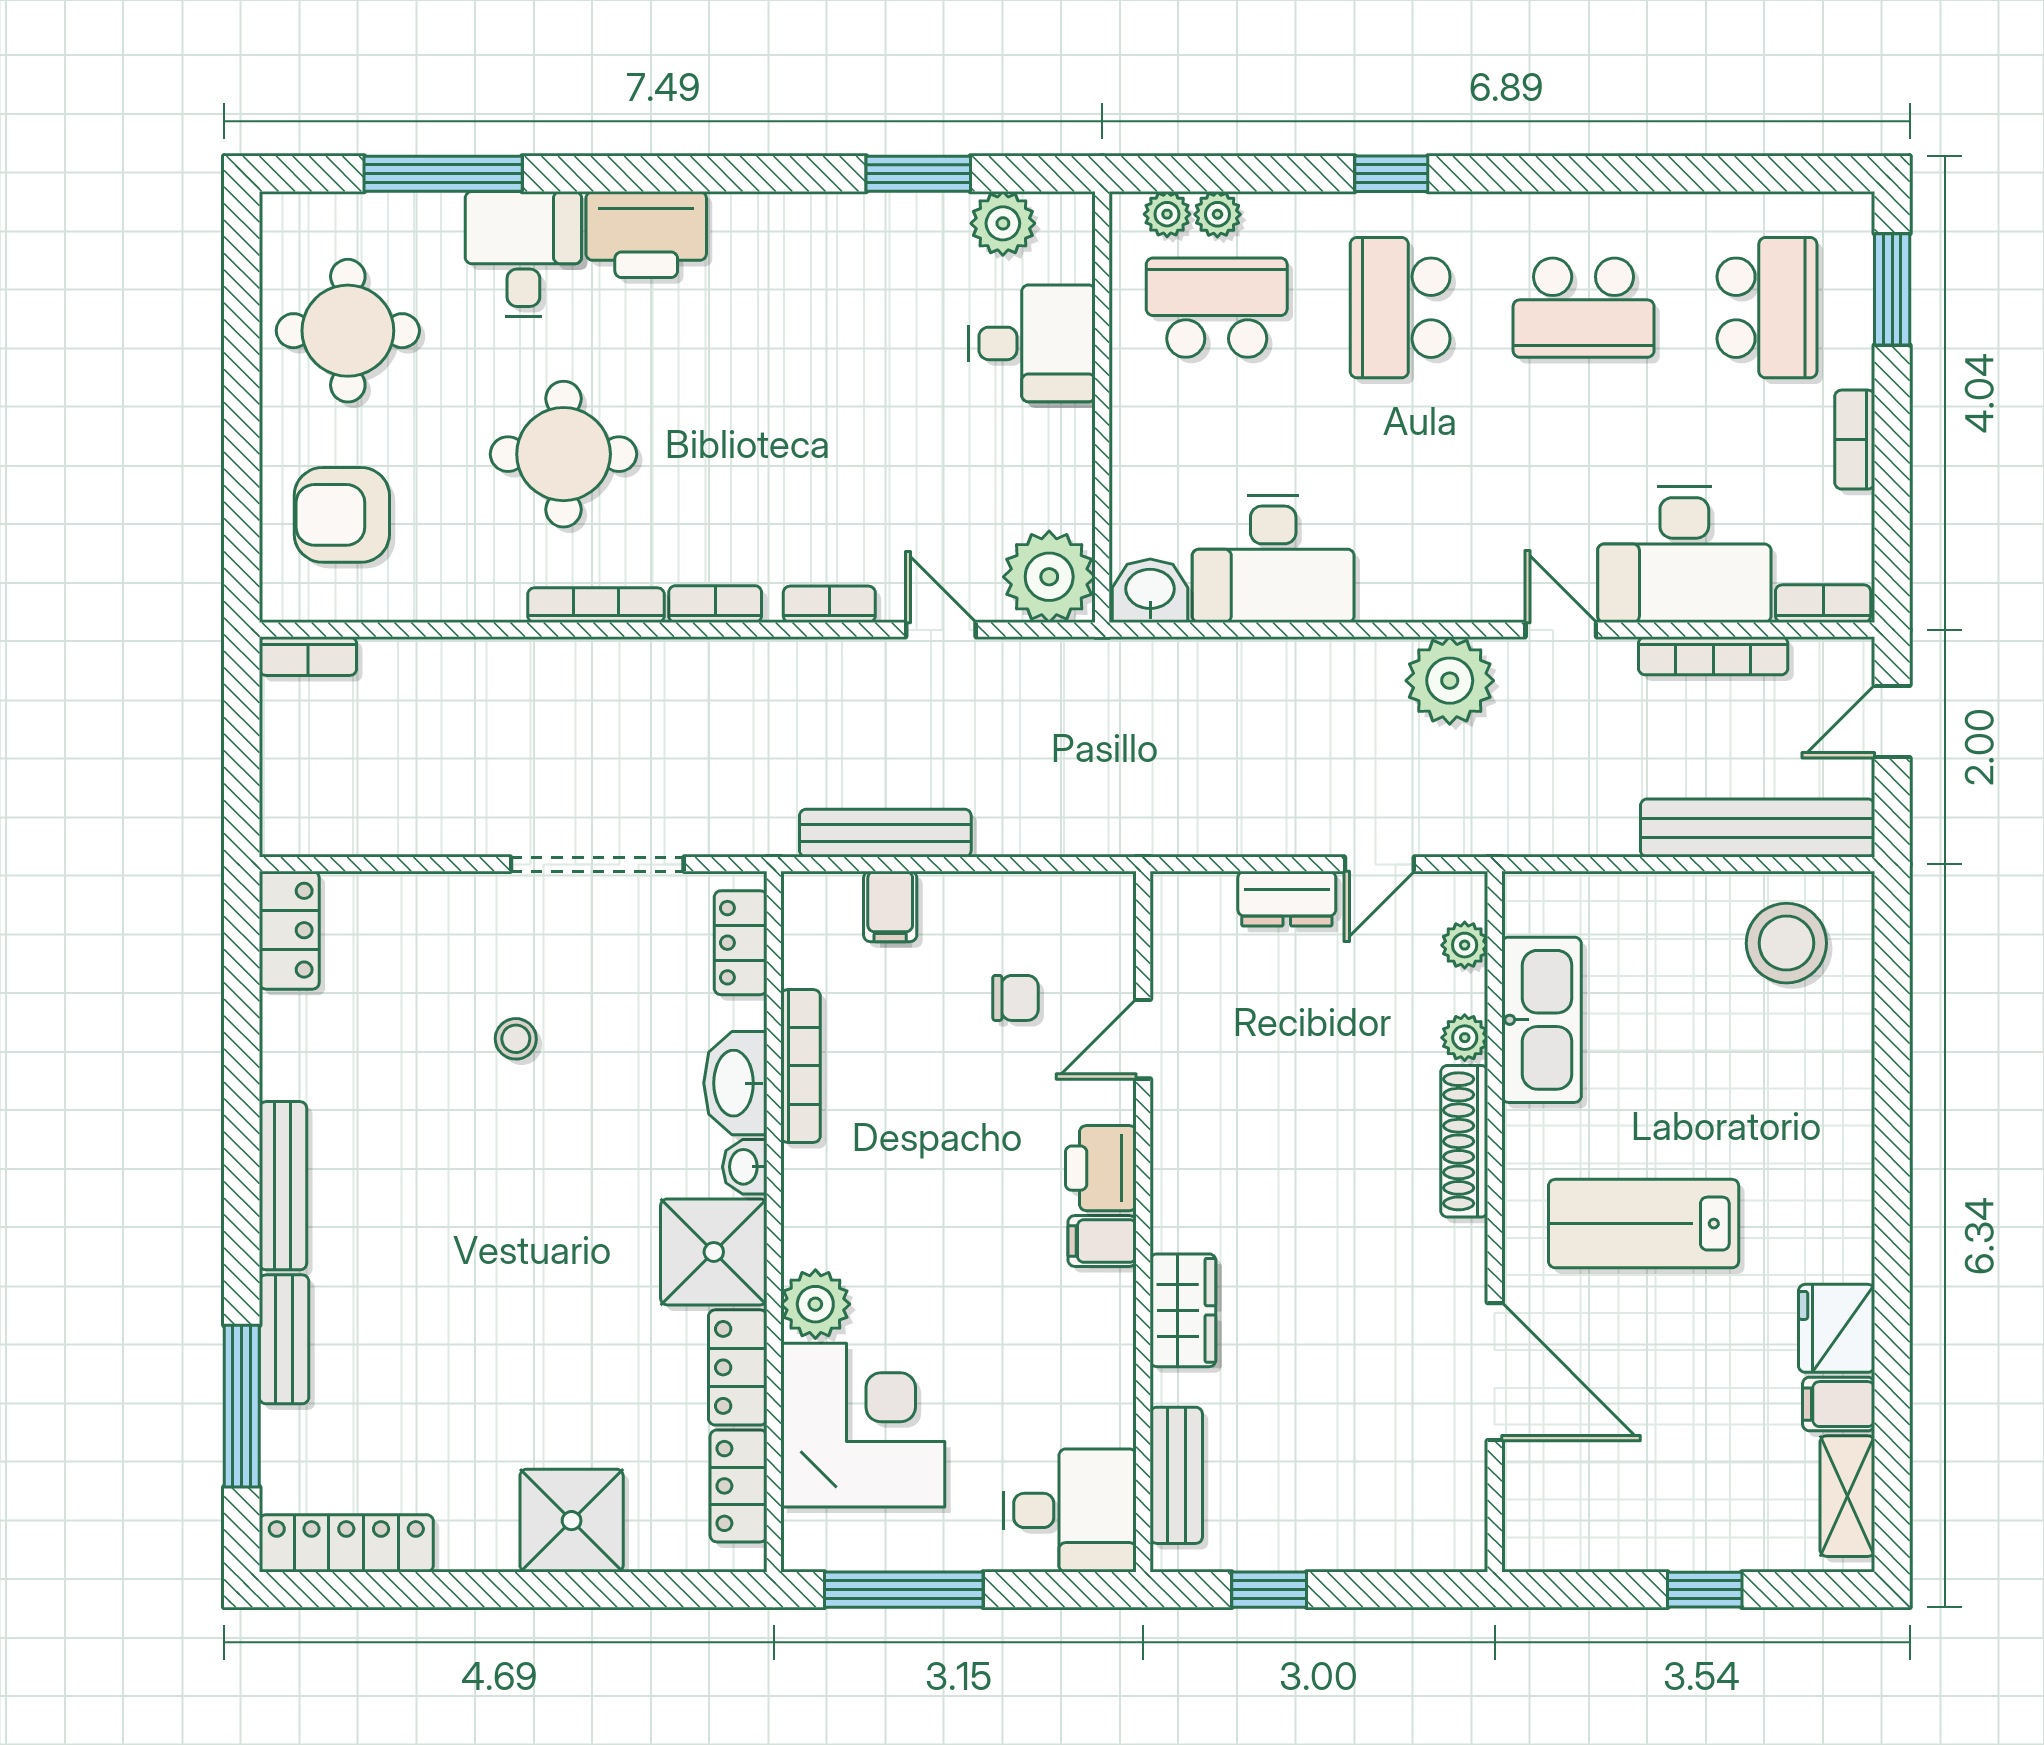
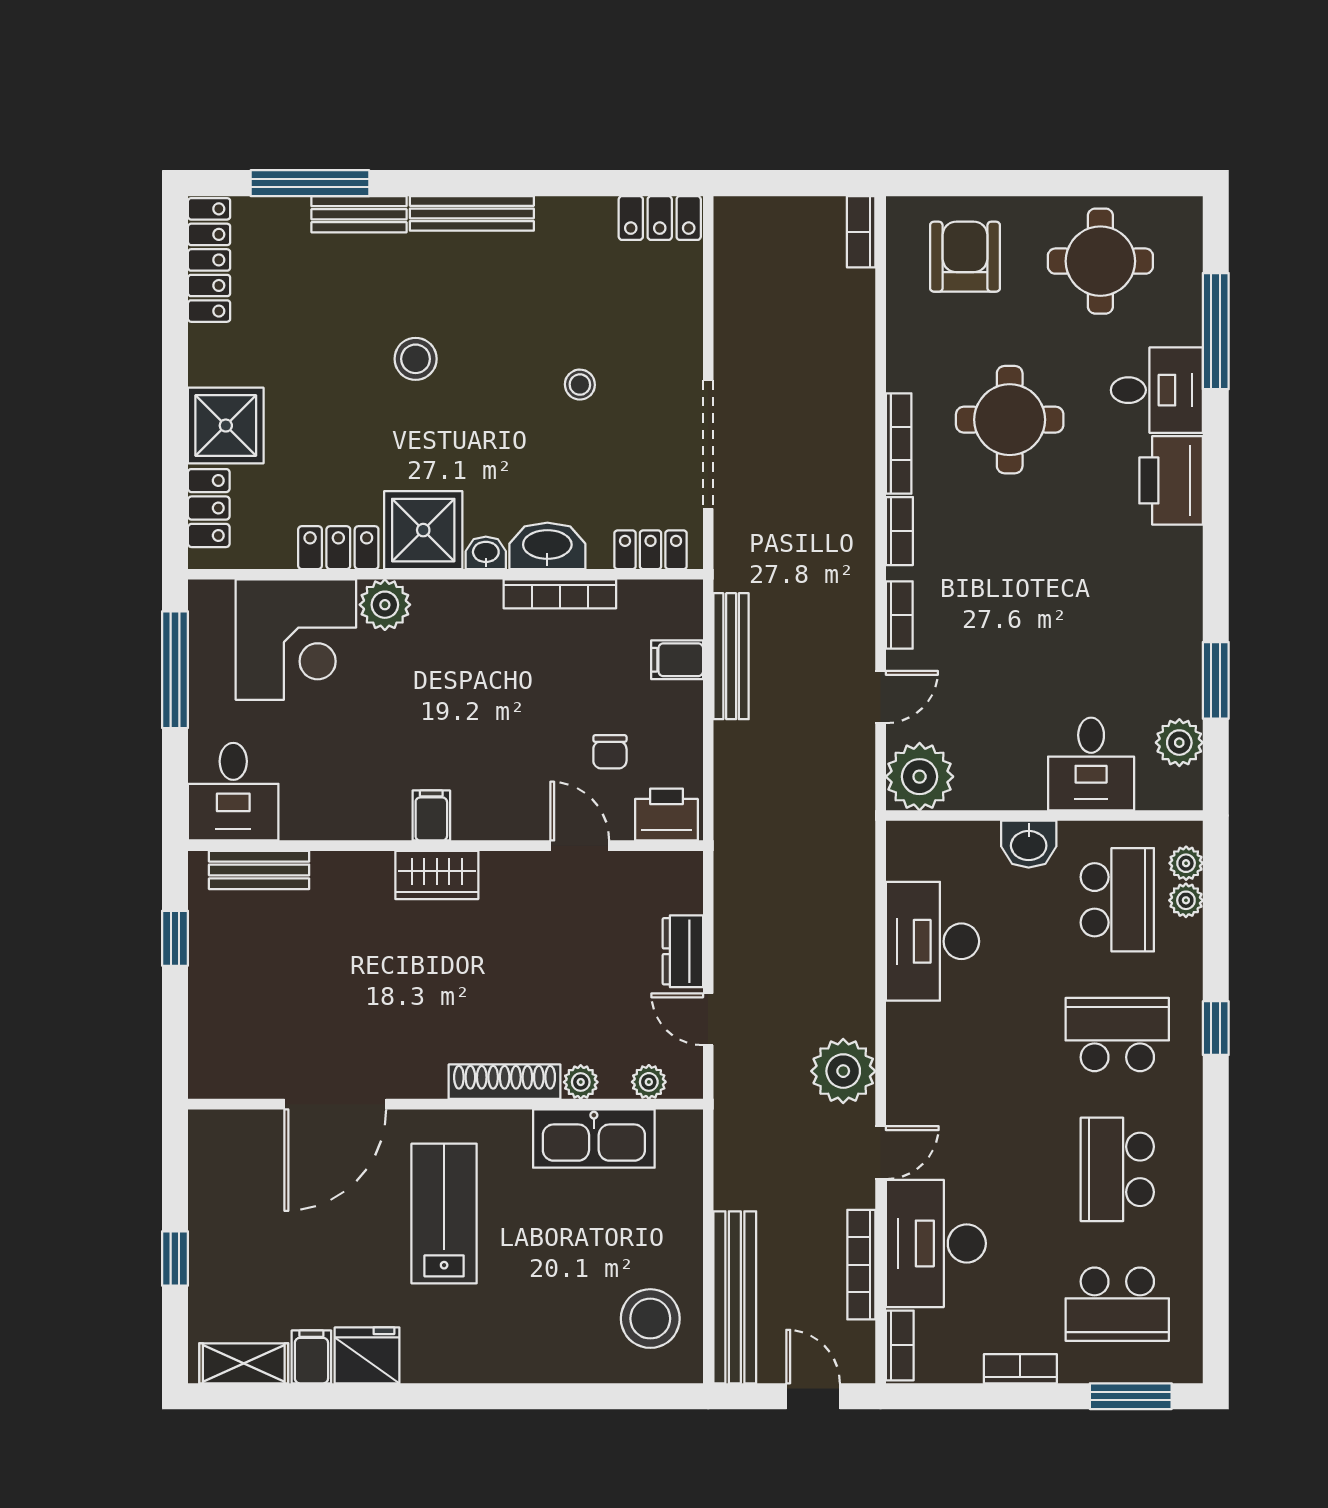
washbasin: (1150, 591) -> (1029, 844), moved, turned 90
printer: (1101, 1168) -> (666, 815), moved
stool: (481, 1262) -> (416, 359), added
wardrobe: (1183, 1310) -> (437, 875), moved
locker: (739, 1486) -> (209, 508), moved, turned 90

